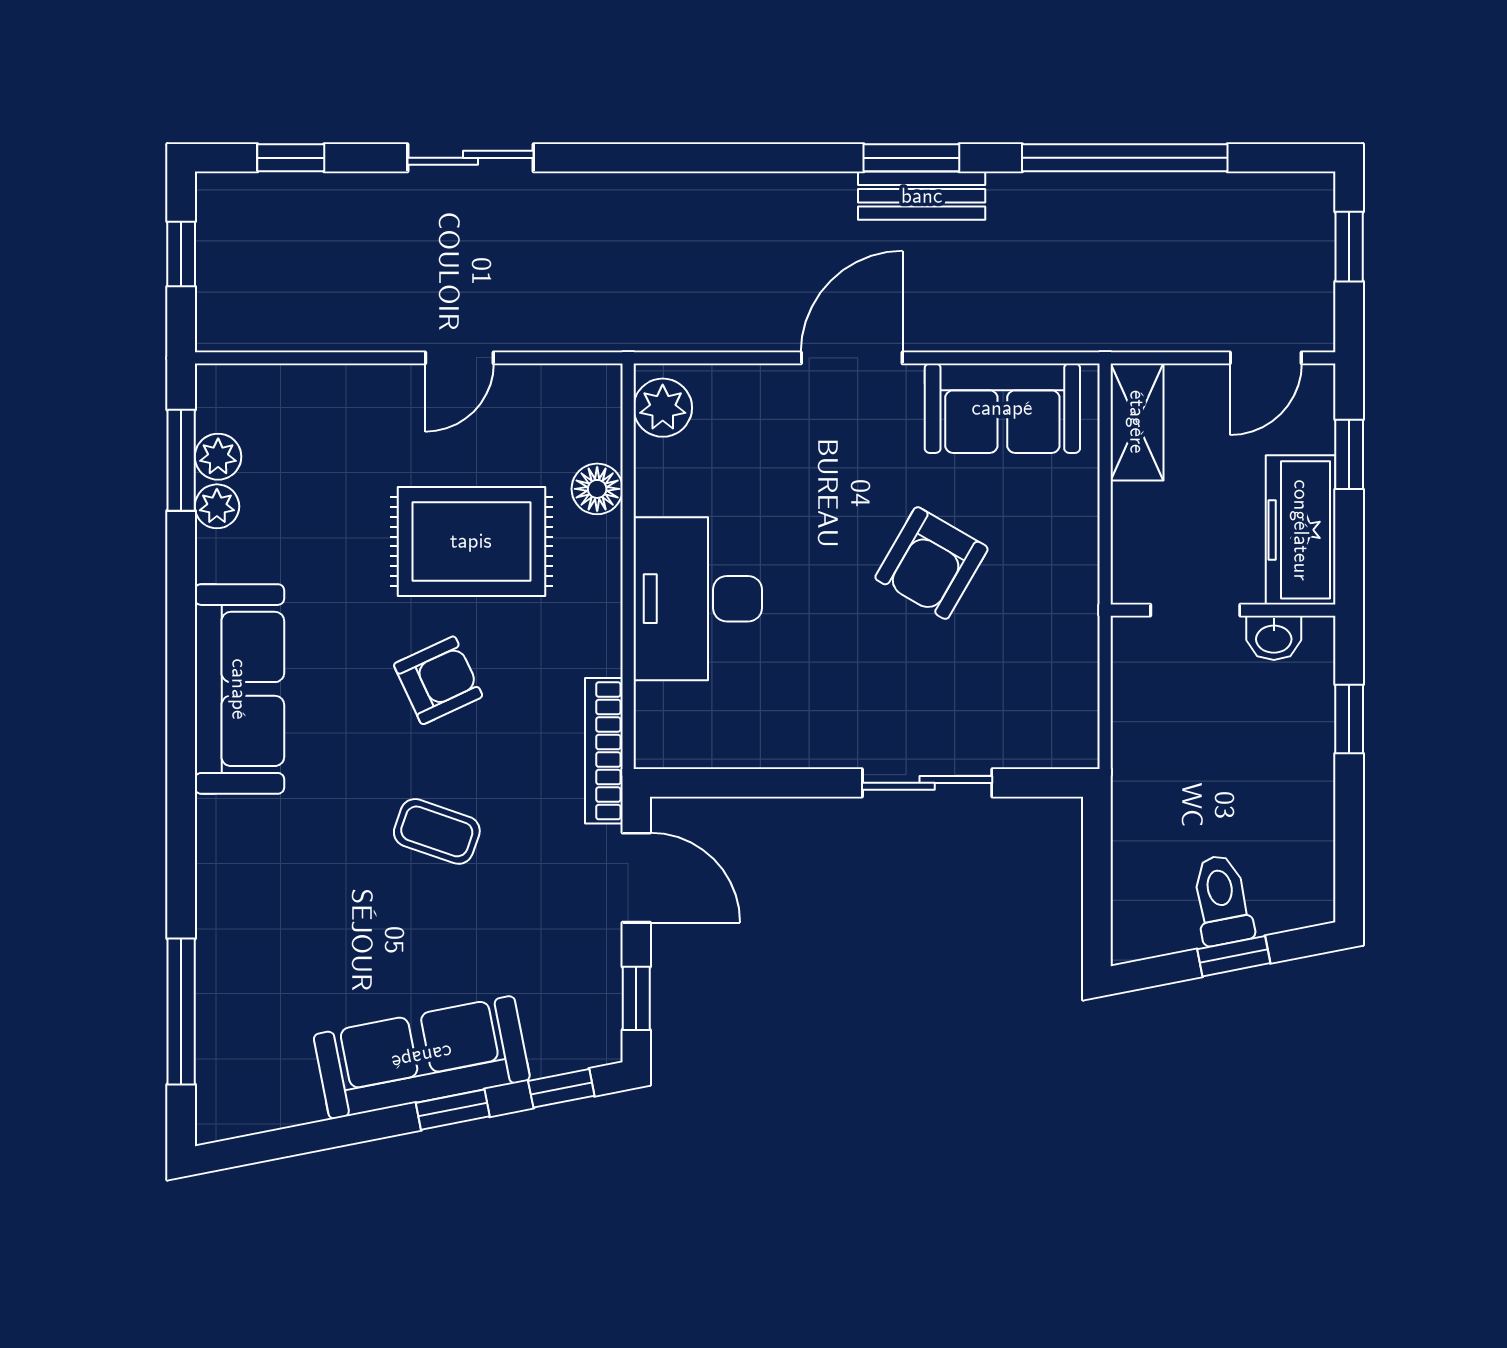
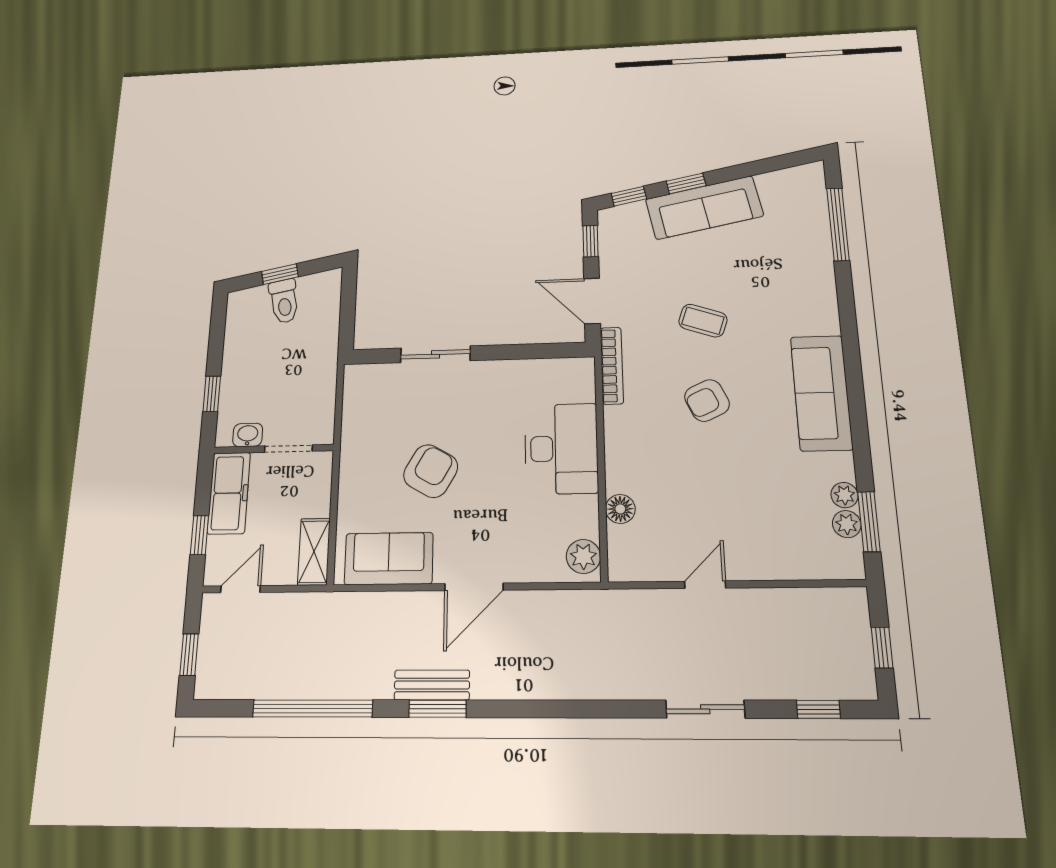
rug: (471, 541) -> (692, 478), removed

